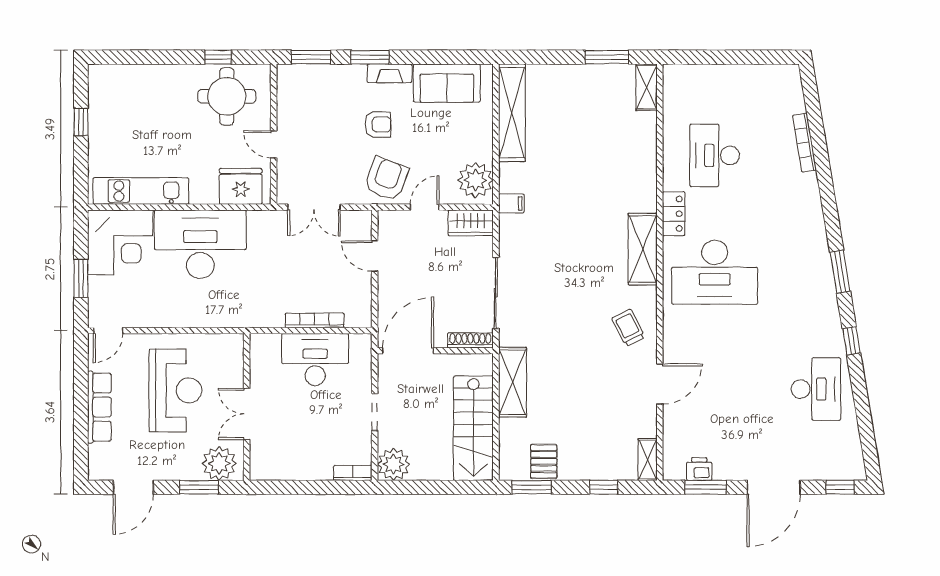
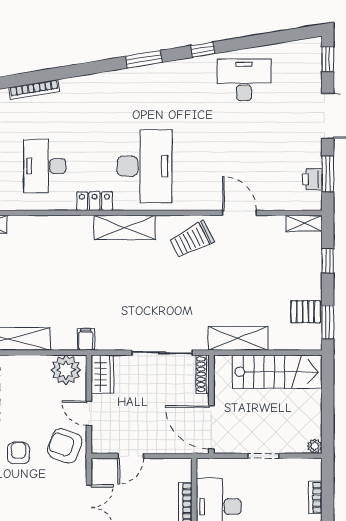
desk: (715, 155) -> (45, 166), turned 90
trolley: (628, 328) -> (192, 240), width x1.36, depth x1.39
plant: (394, 464) -> (315, 446), width x0.53, depth x0.53
bookcase: (353, 473) -> (315, 497), moved

